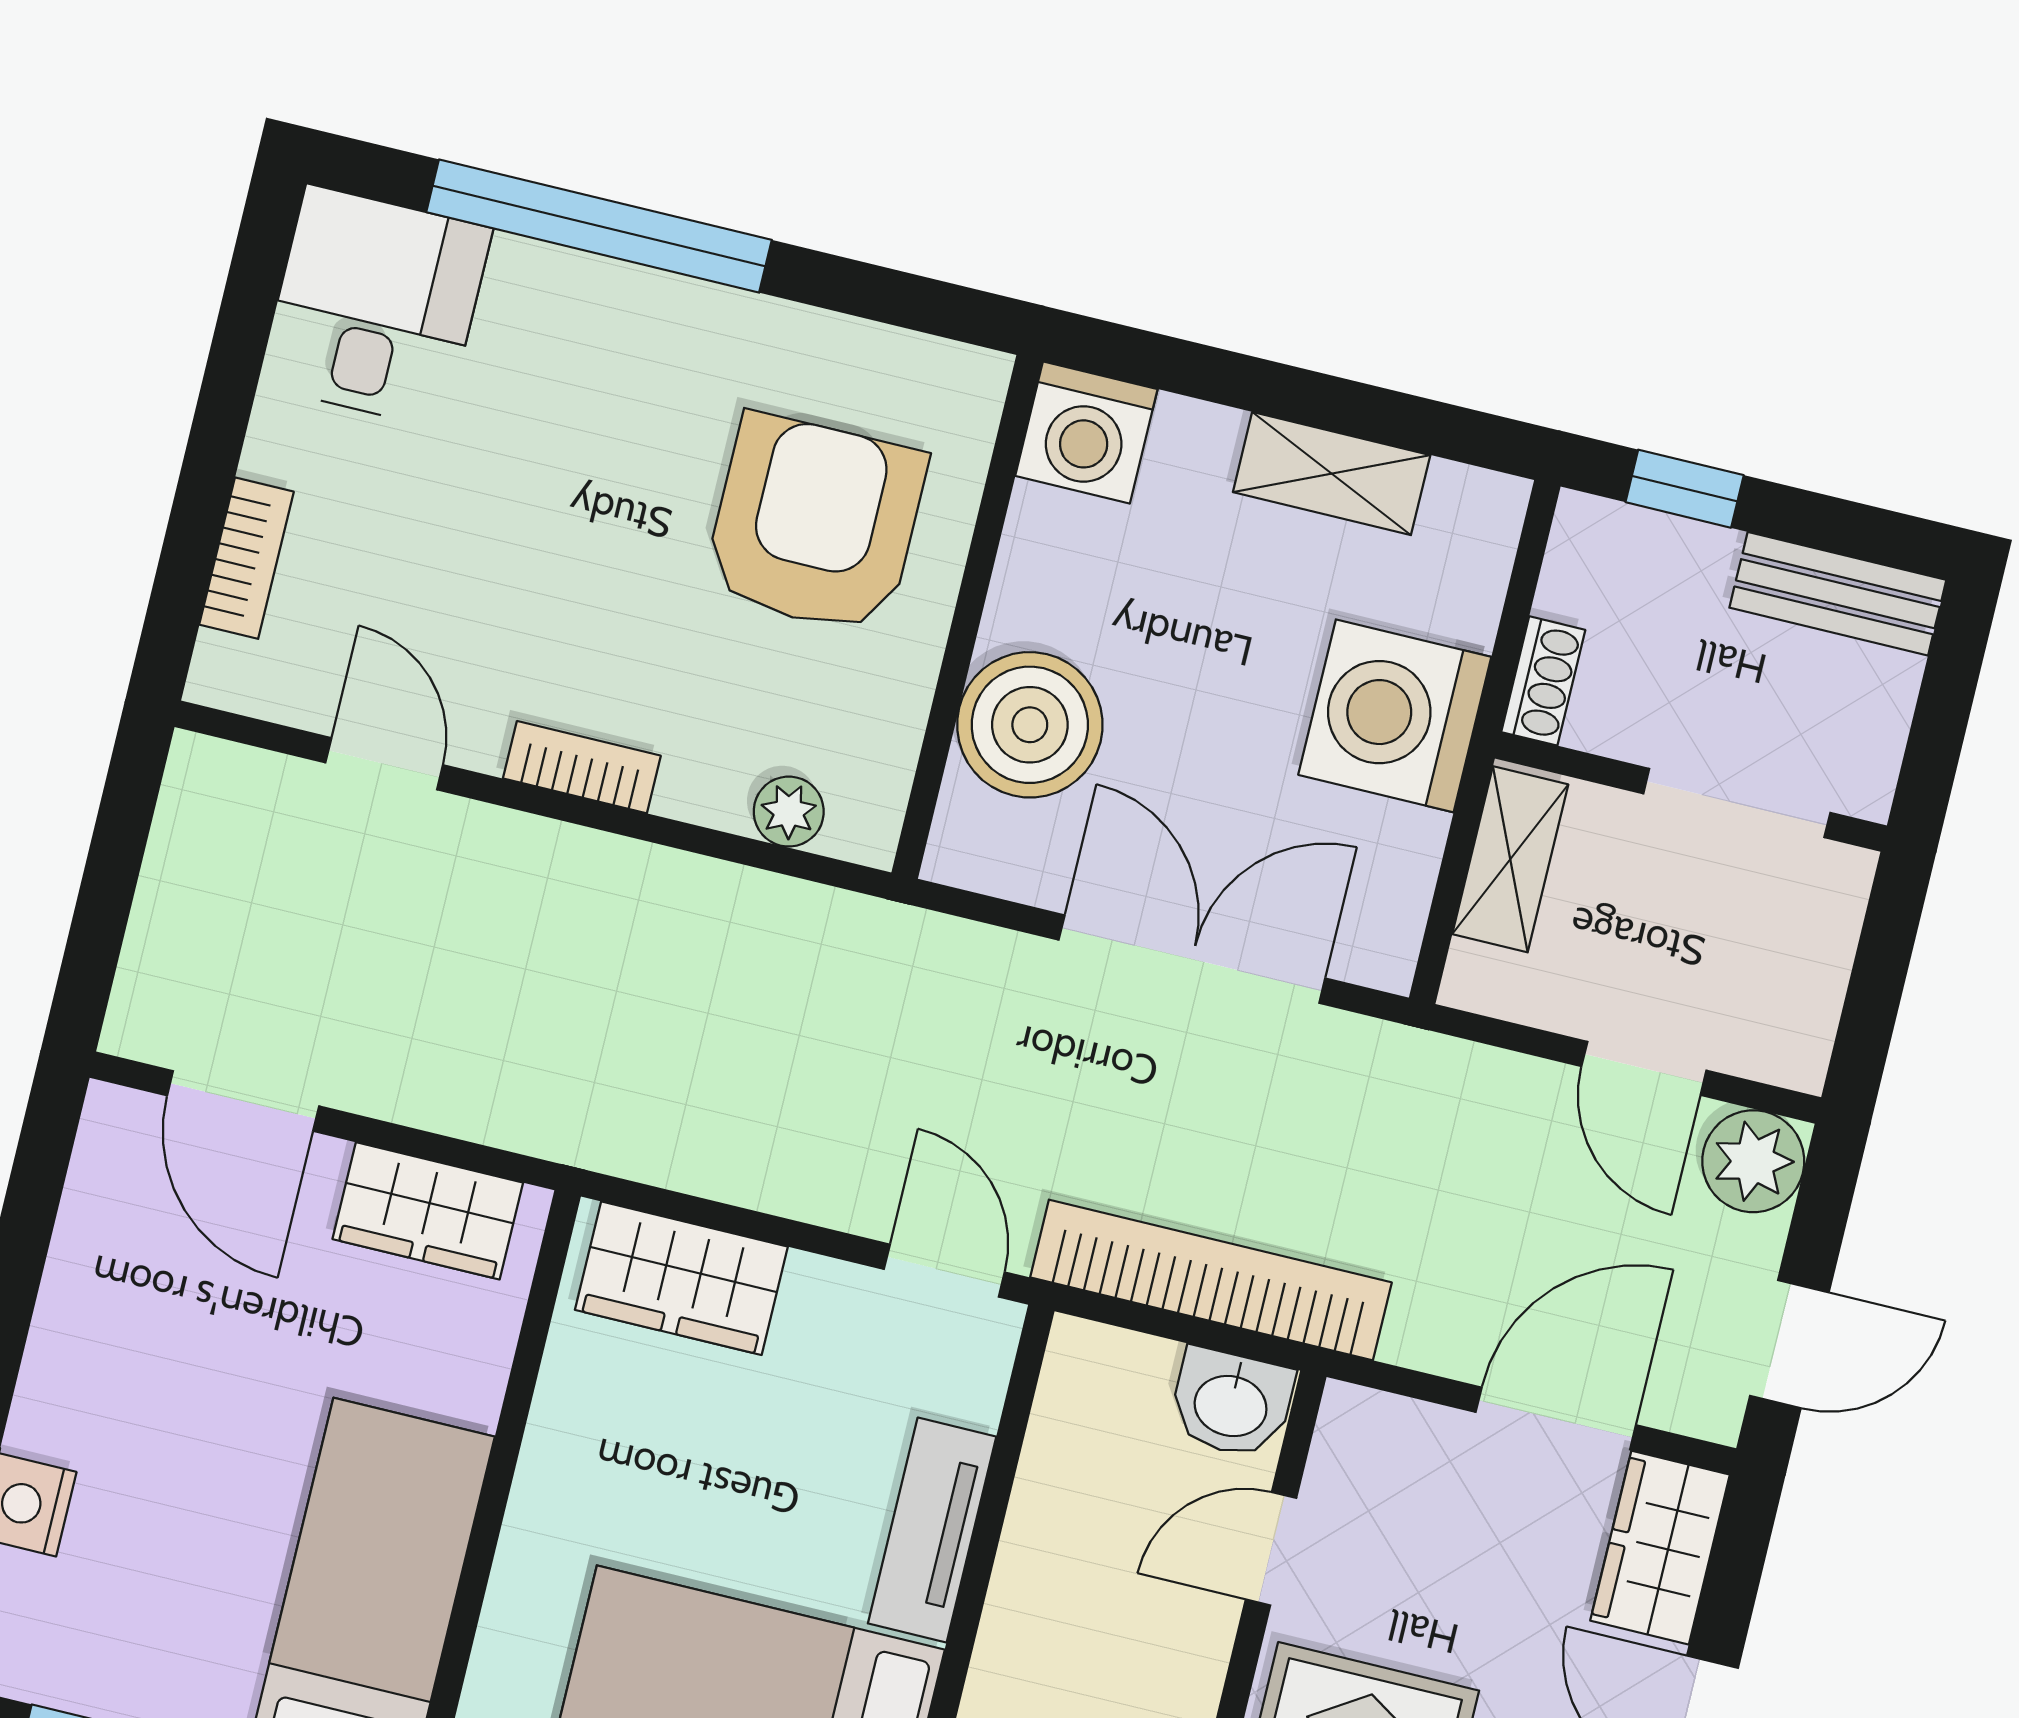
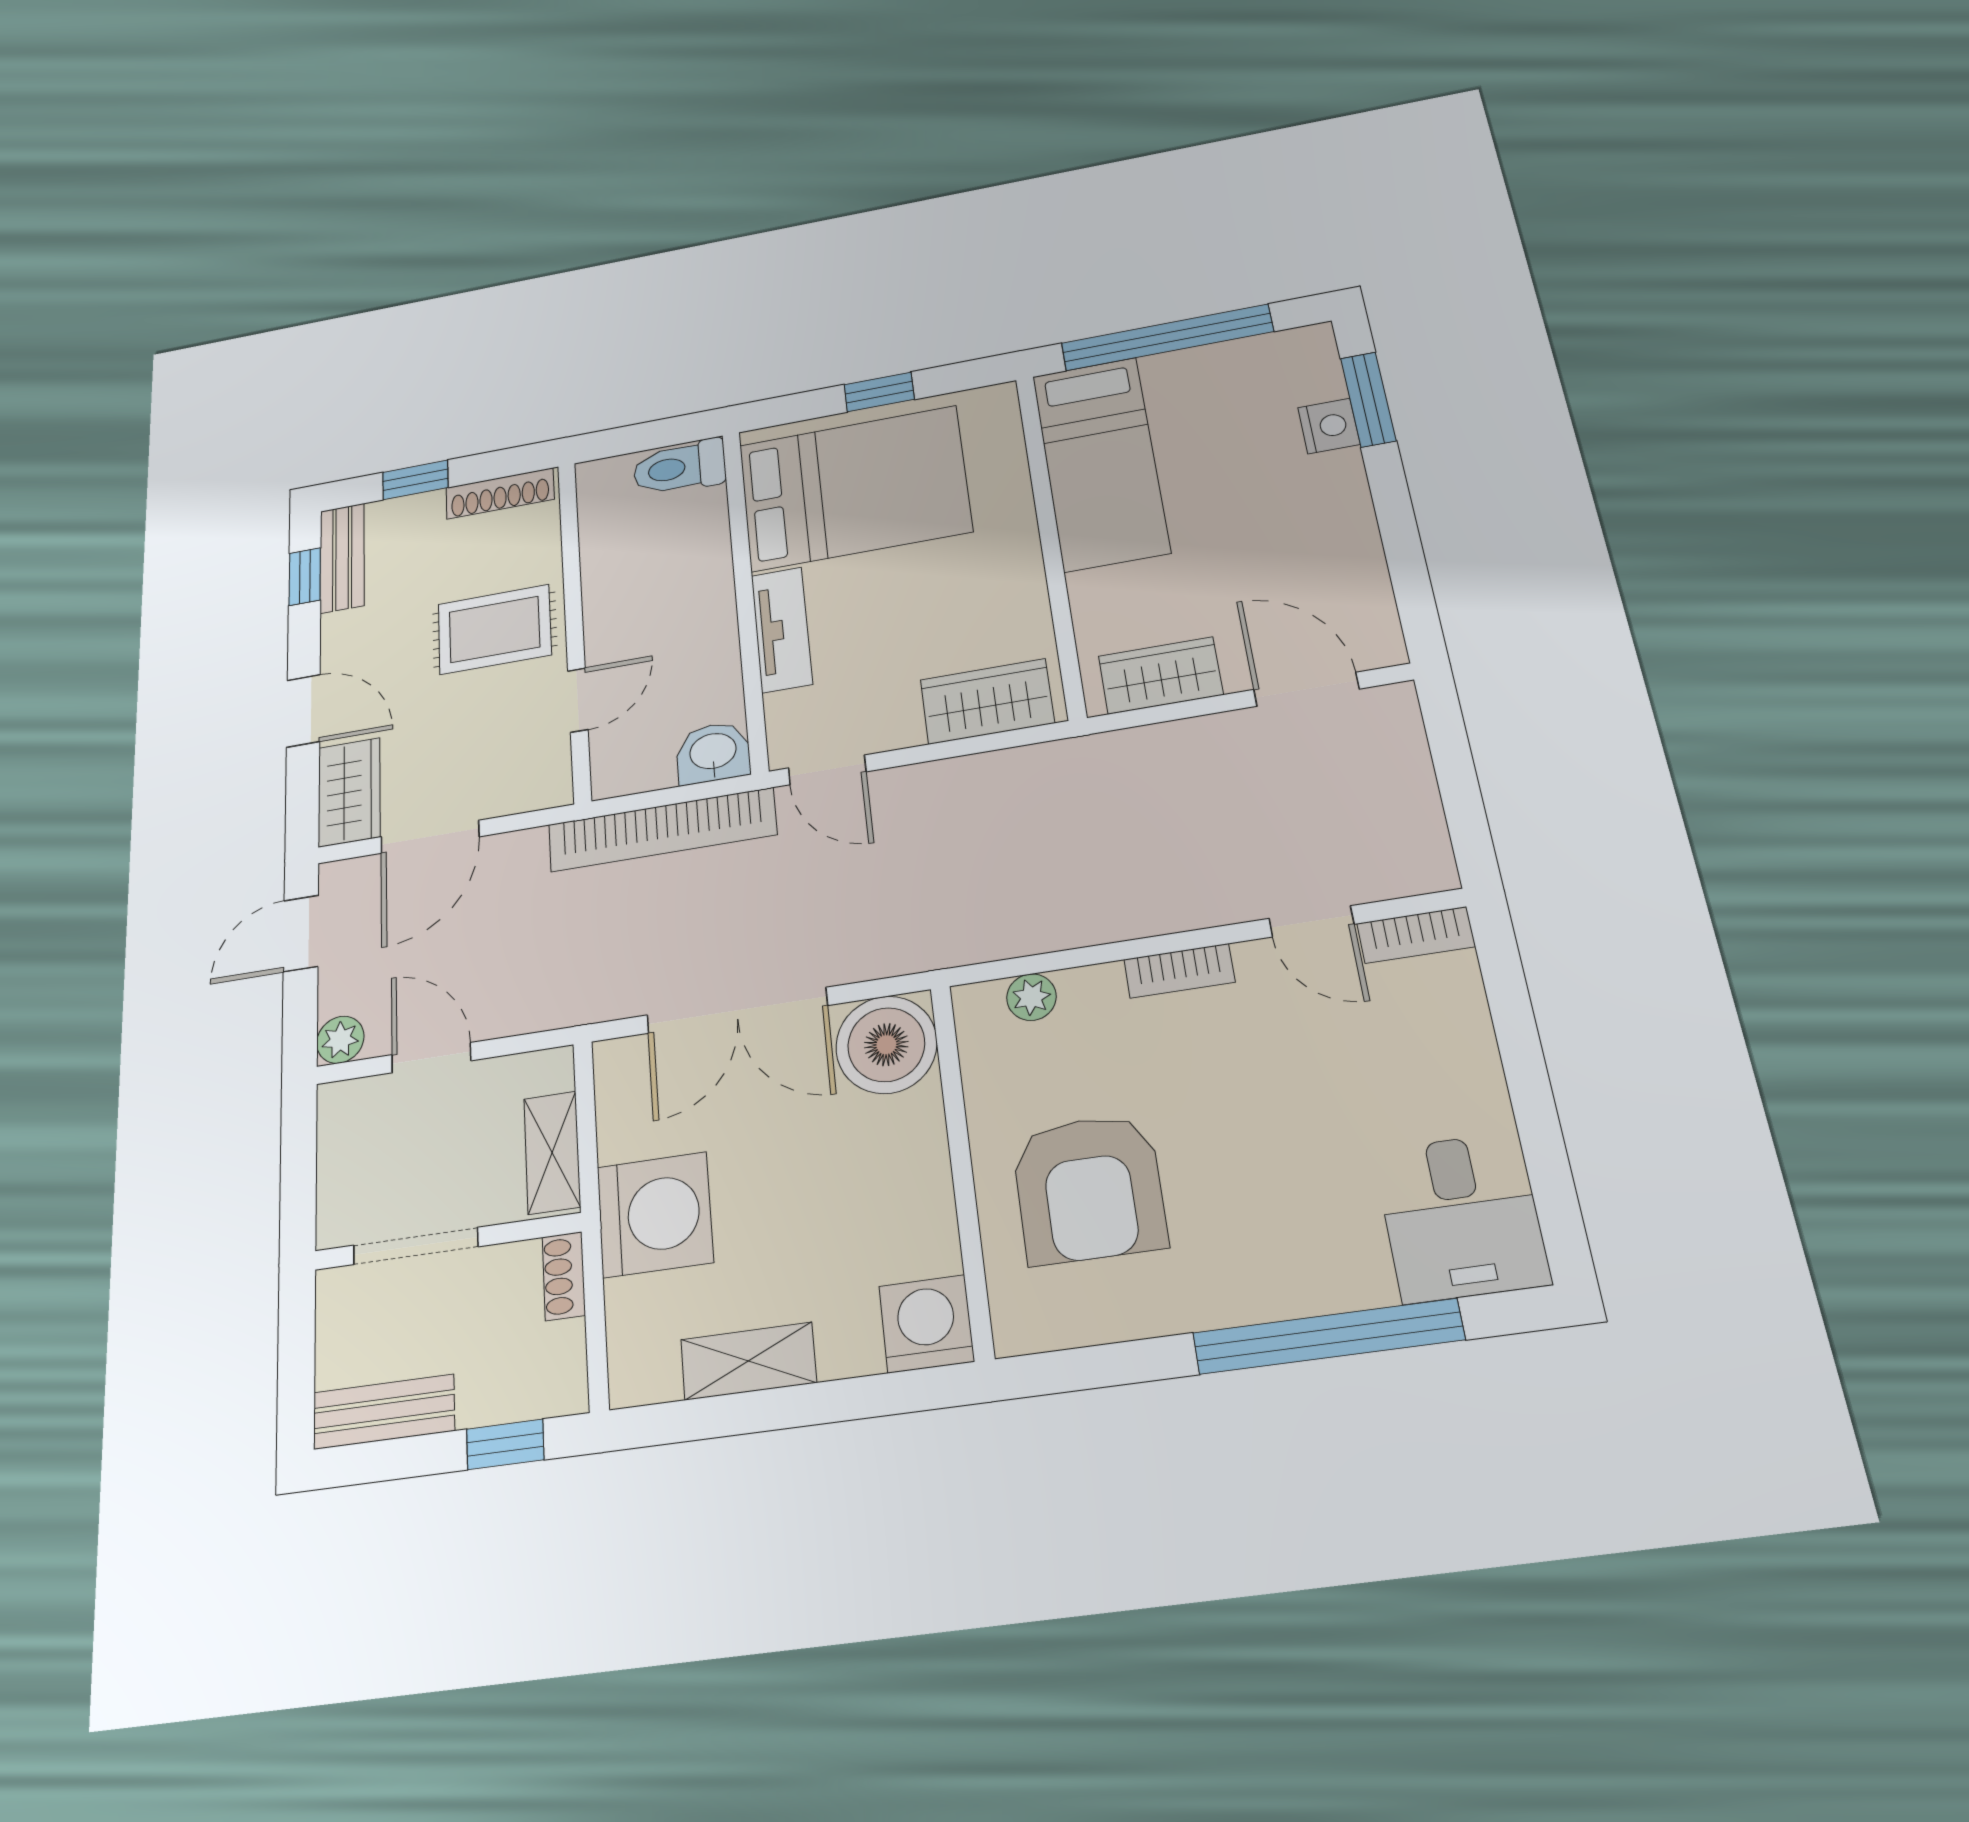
bookcase: (247, 558) -> (1416, 935), moved, turned -90
boiler: (1030, 725) -> (886, 1045), moved
plant: (1753, 1161) -> (340, 1040), width x0.73, depth x0.73
washbasin: (1231, 1403) -> (713, 753), moved

